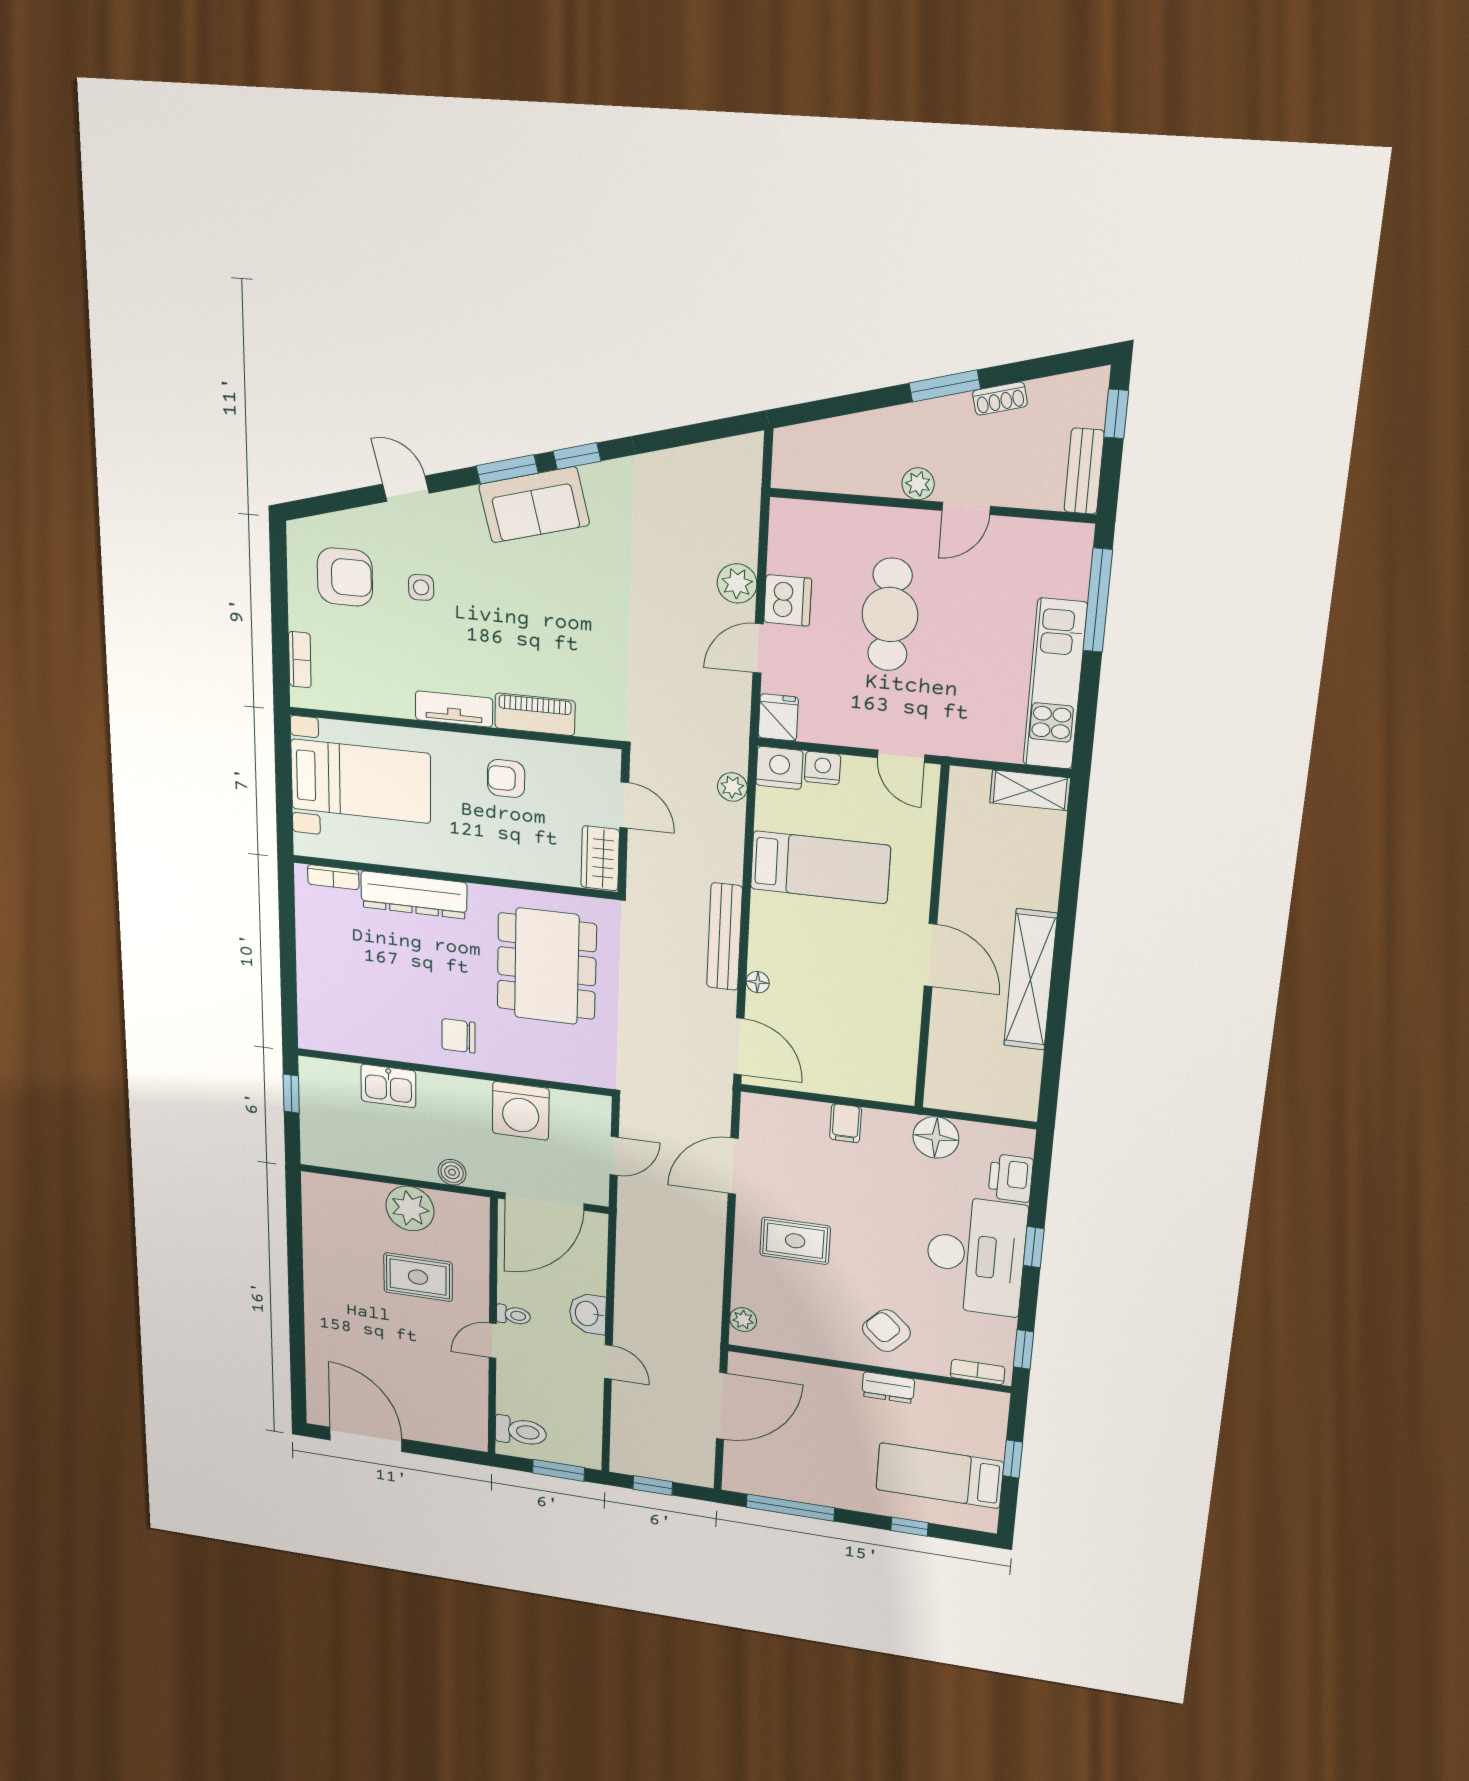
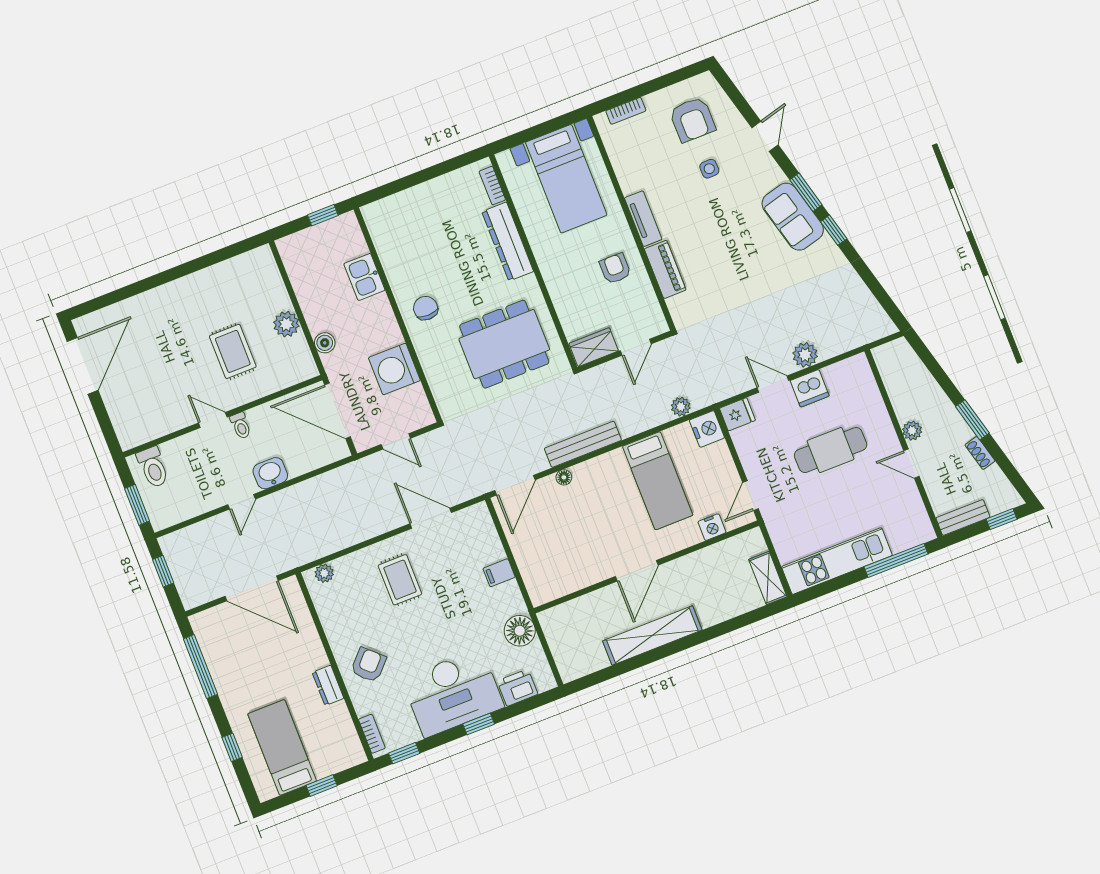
nightstand: (823, 768) -> (712, 527), moved, turned 90
plant: (410, 1208) -> (286, 324), width x0.73, depth x0.73

